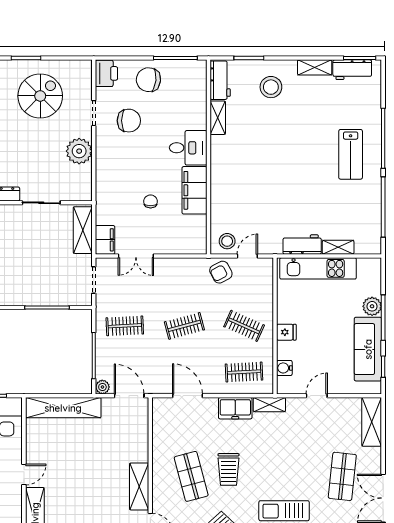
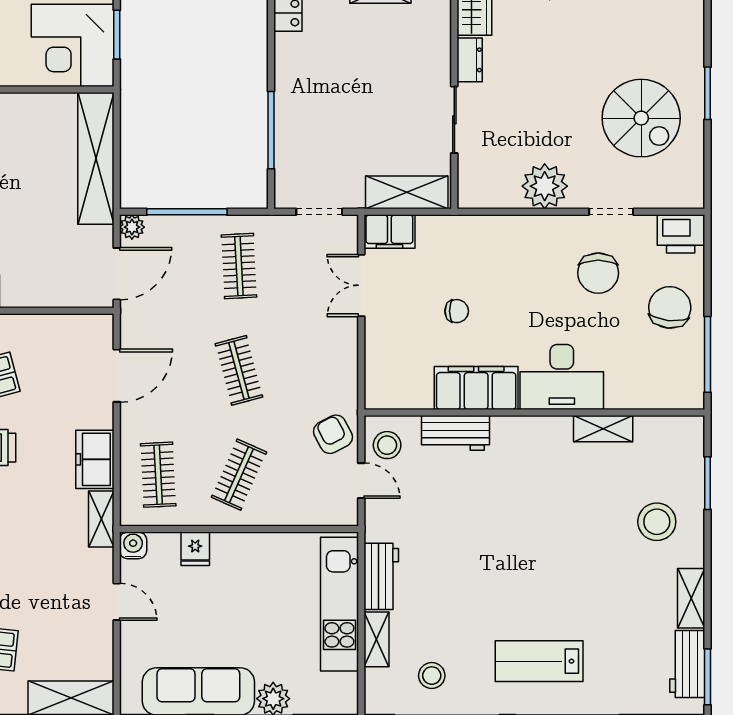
workbench: (220, 80) -> (456, 433), moved
desk: (188, 148) -> (562, 377), width x1.37
stool: (359, 216) -> (432, 676), added
fridge: (286, 332) -> (195, 549), moved
water cooler: (284, 368) -> (133, 545), moved

